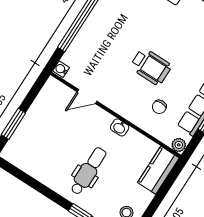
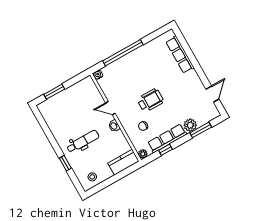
wheelchair: (151, 67) -> (150, 100), turned -90
door: (87, 96) -> (110, 108), moved

